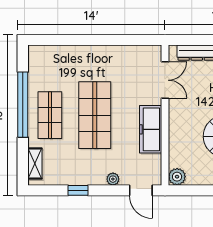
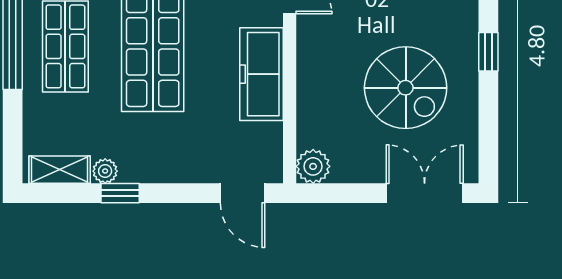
shelving: (35, 163) -> (60, 170), moved, turned 90
plant: (113, 179) -> (105, 171), moved

